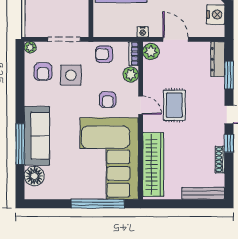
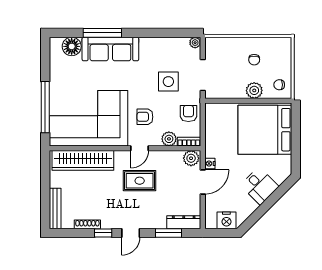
nightstand: (143, 32) -> (210, 164), moved
armchair: (43, 72) -> (172, 55), removed

